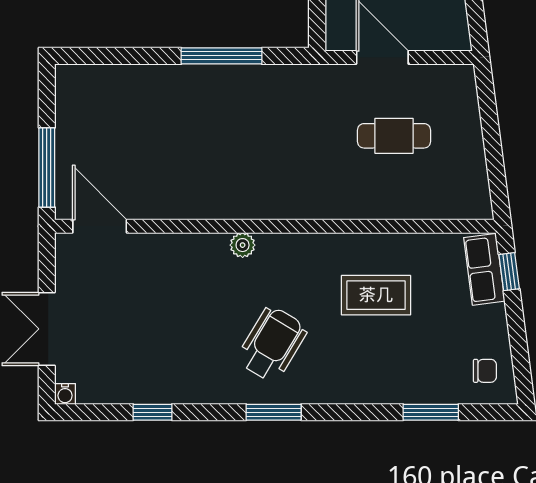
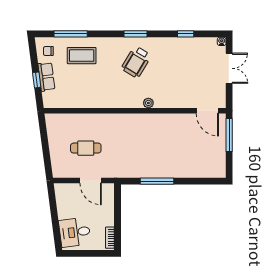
row of seats: (484, 269) -> (46, 77), moved
window: (509, 272) -> (37, 80), moved
coffee table: (376, 295) -> (82, 56), moved
window: (431, 412) -> (71, 34), width x1.44

